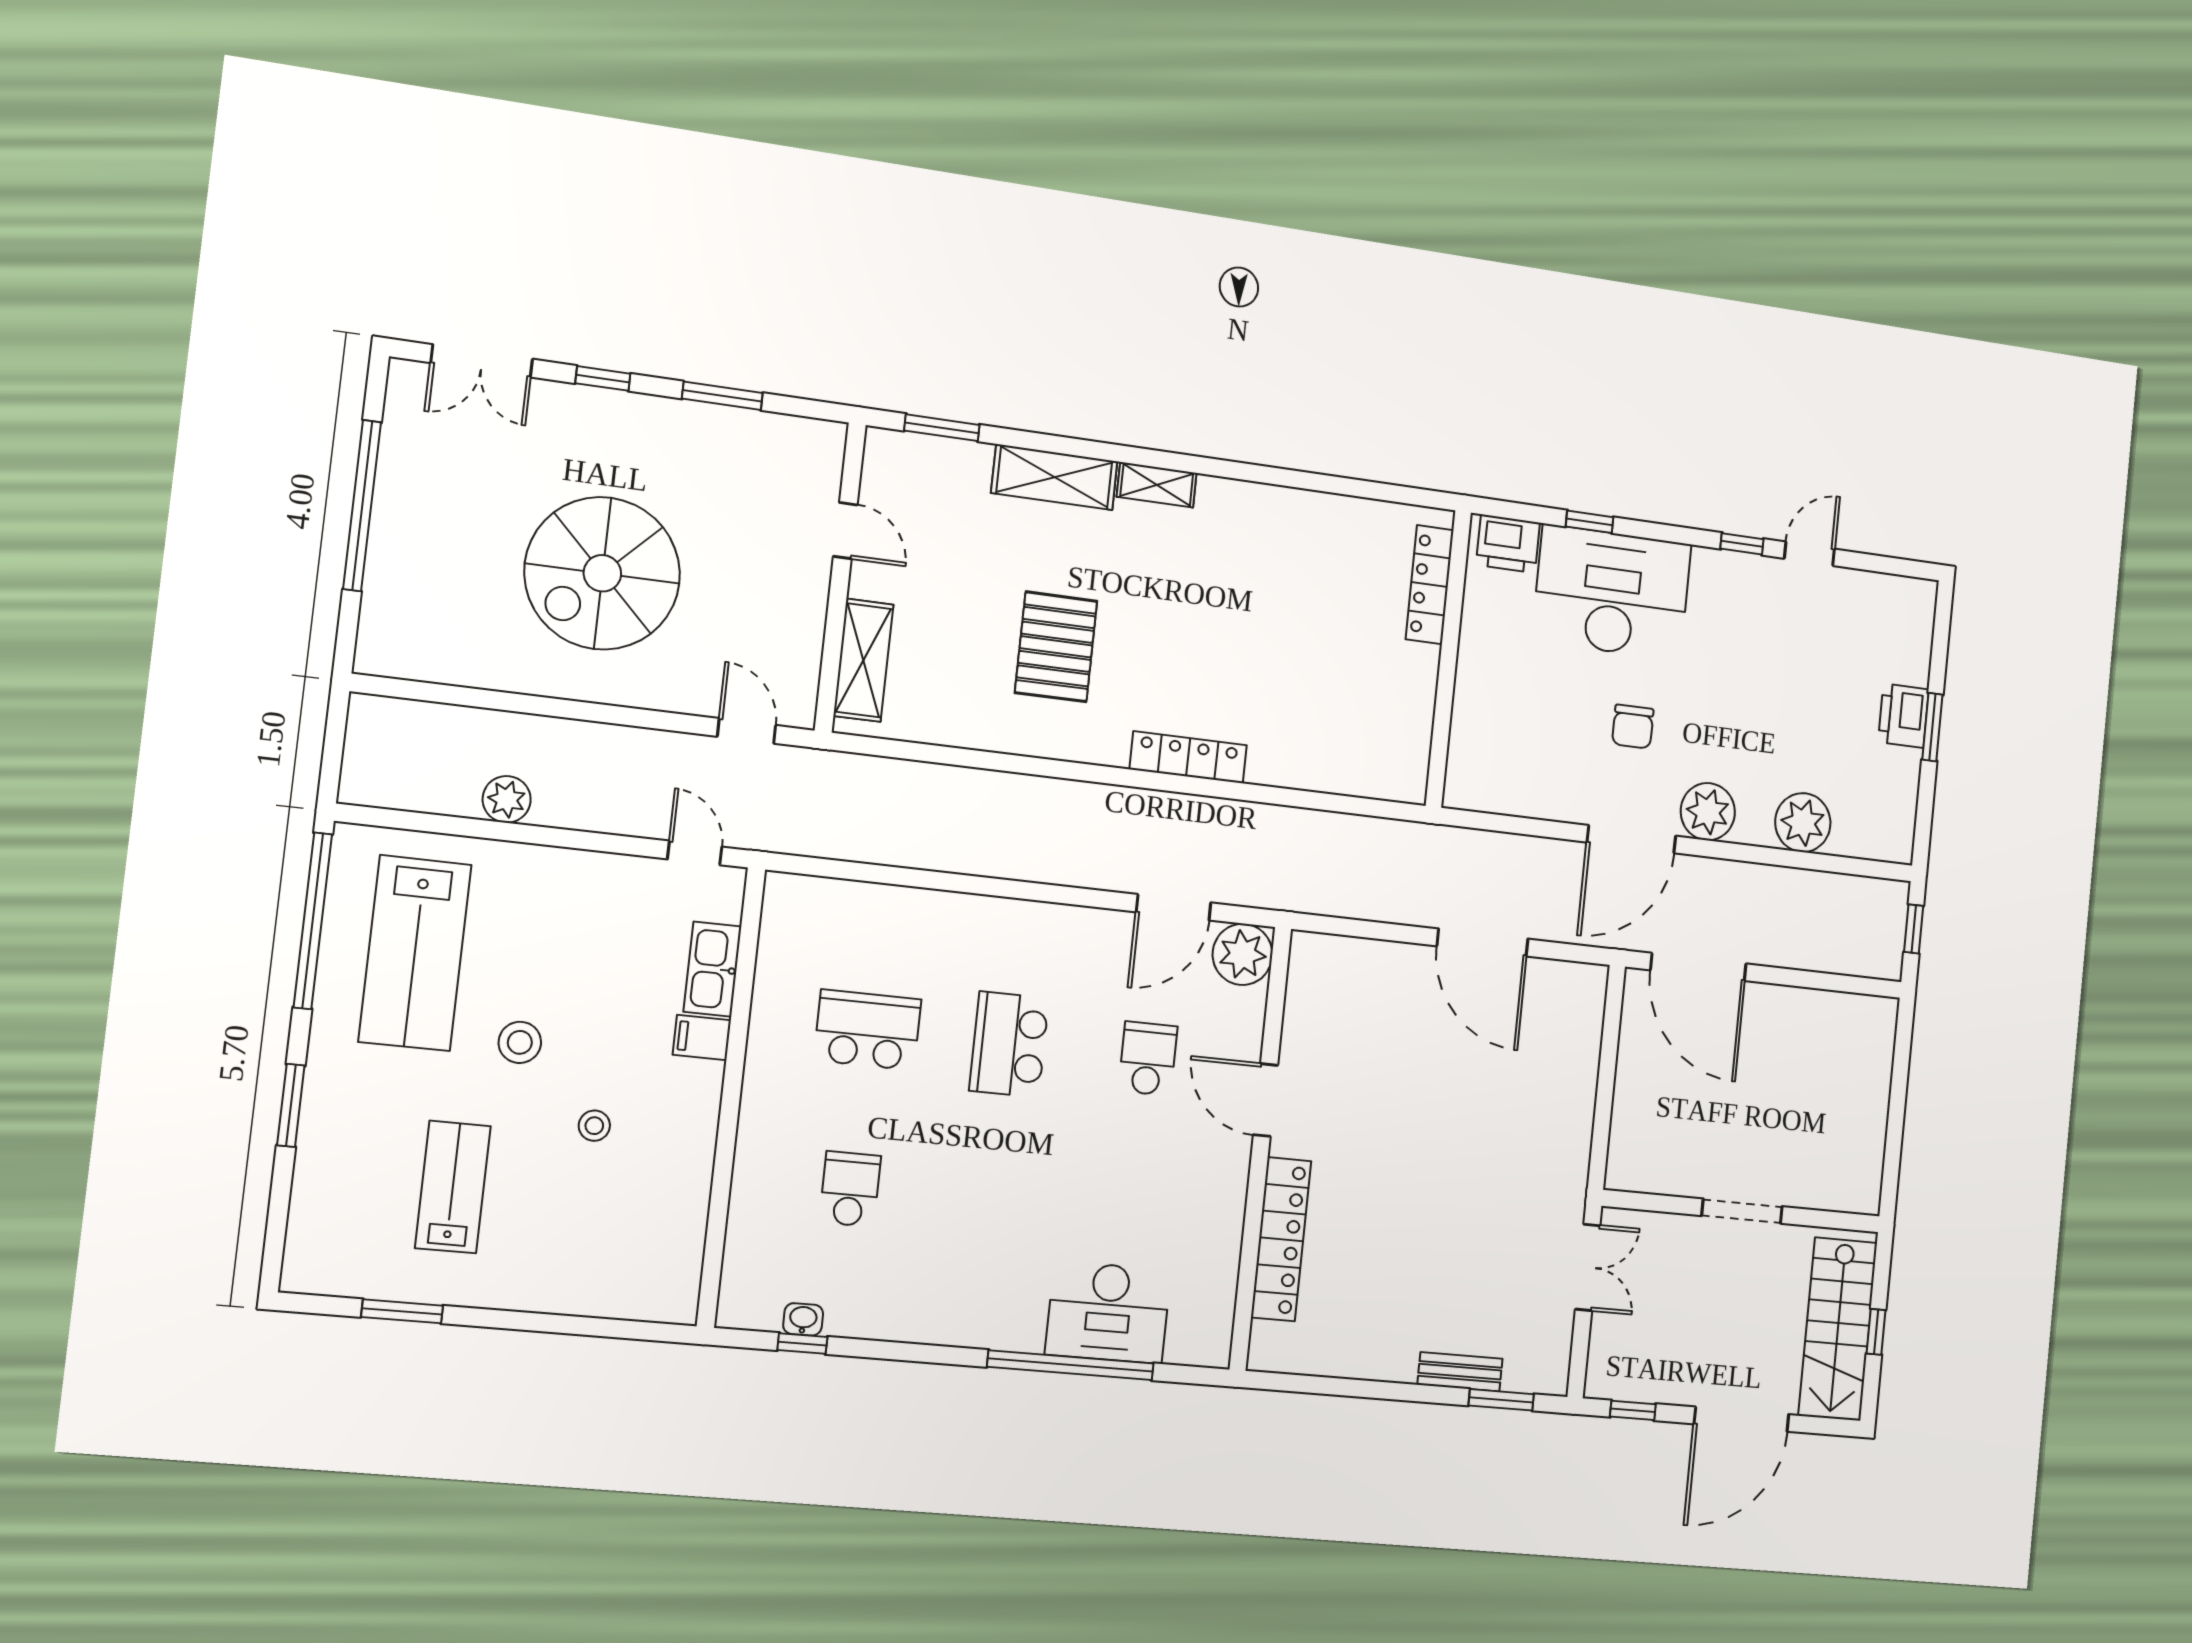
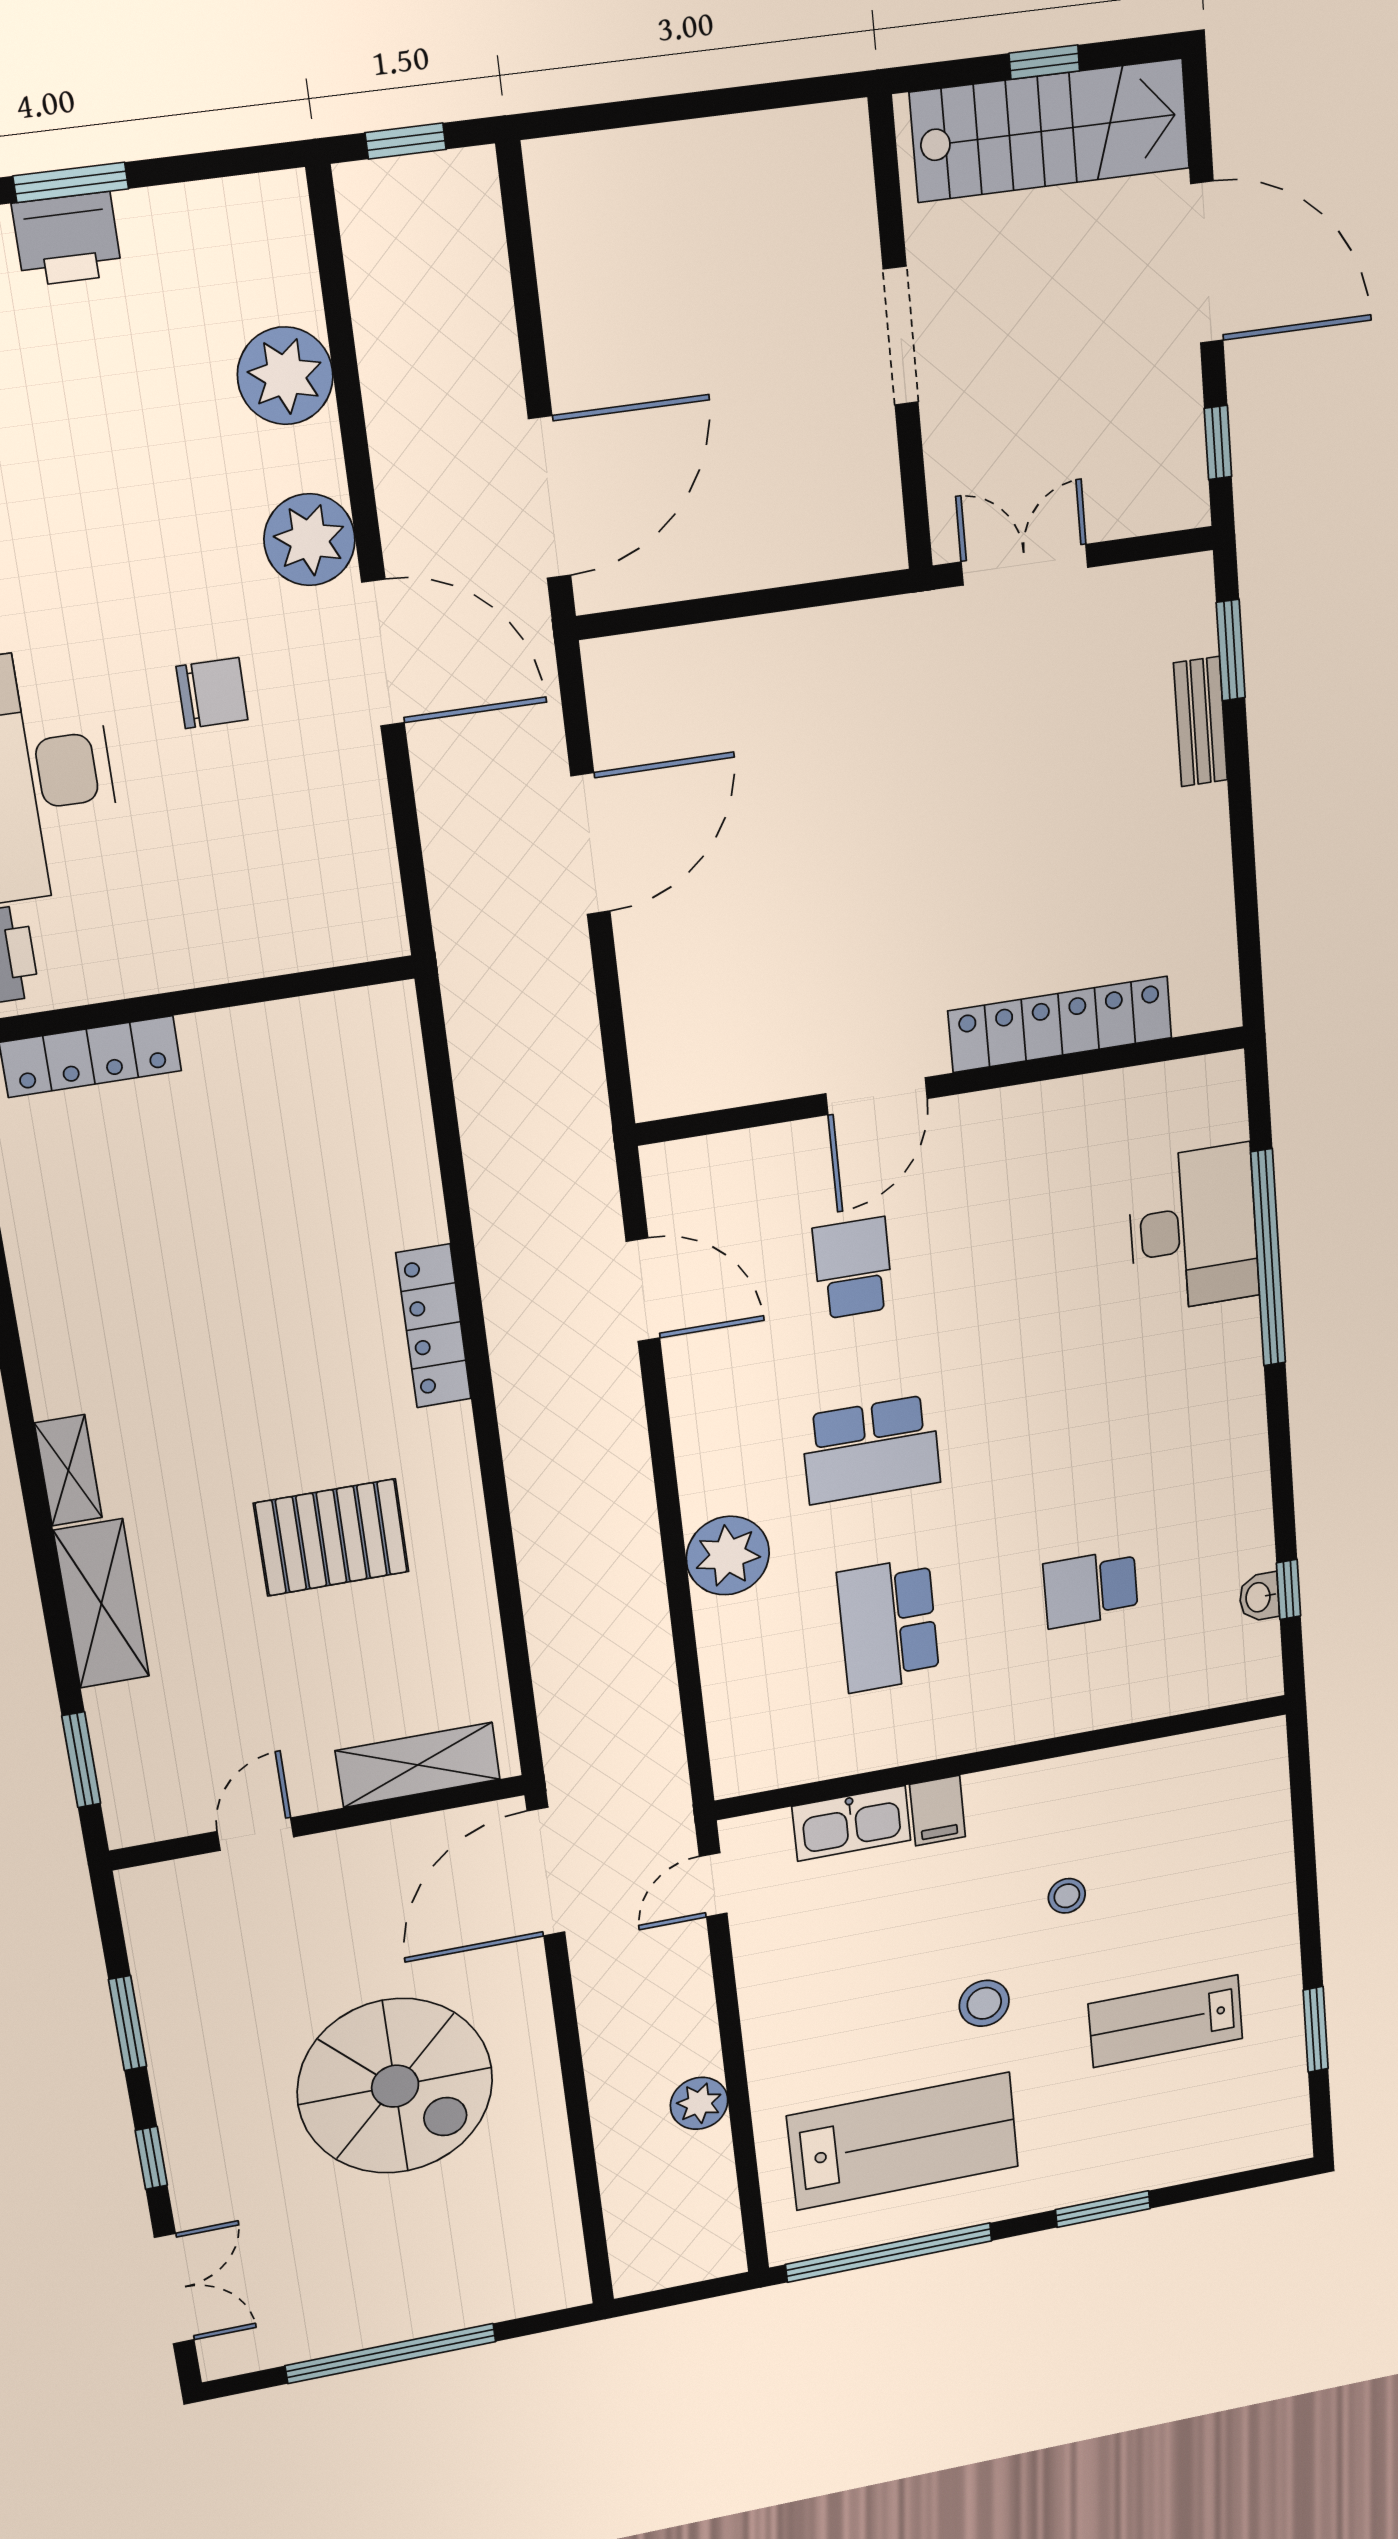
door: (747, 731) -> (546, 1872), width x1.88
plant: (1243, 954) -> (728, 1556), moved
school desk: (1148, 1059) -> (853, 1268), turned 90

